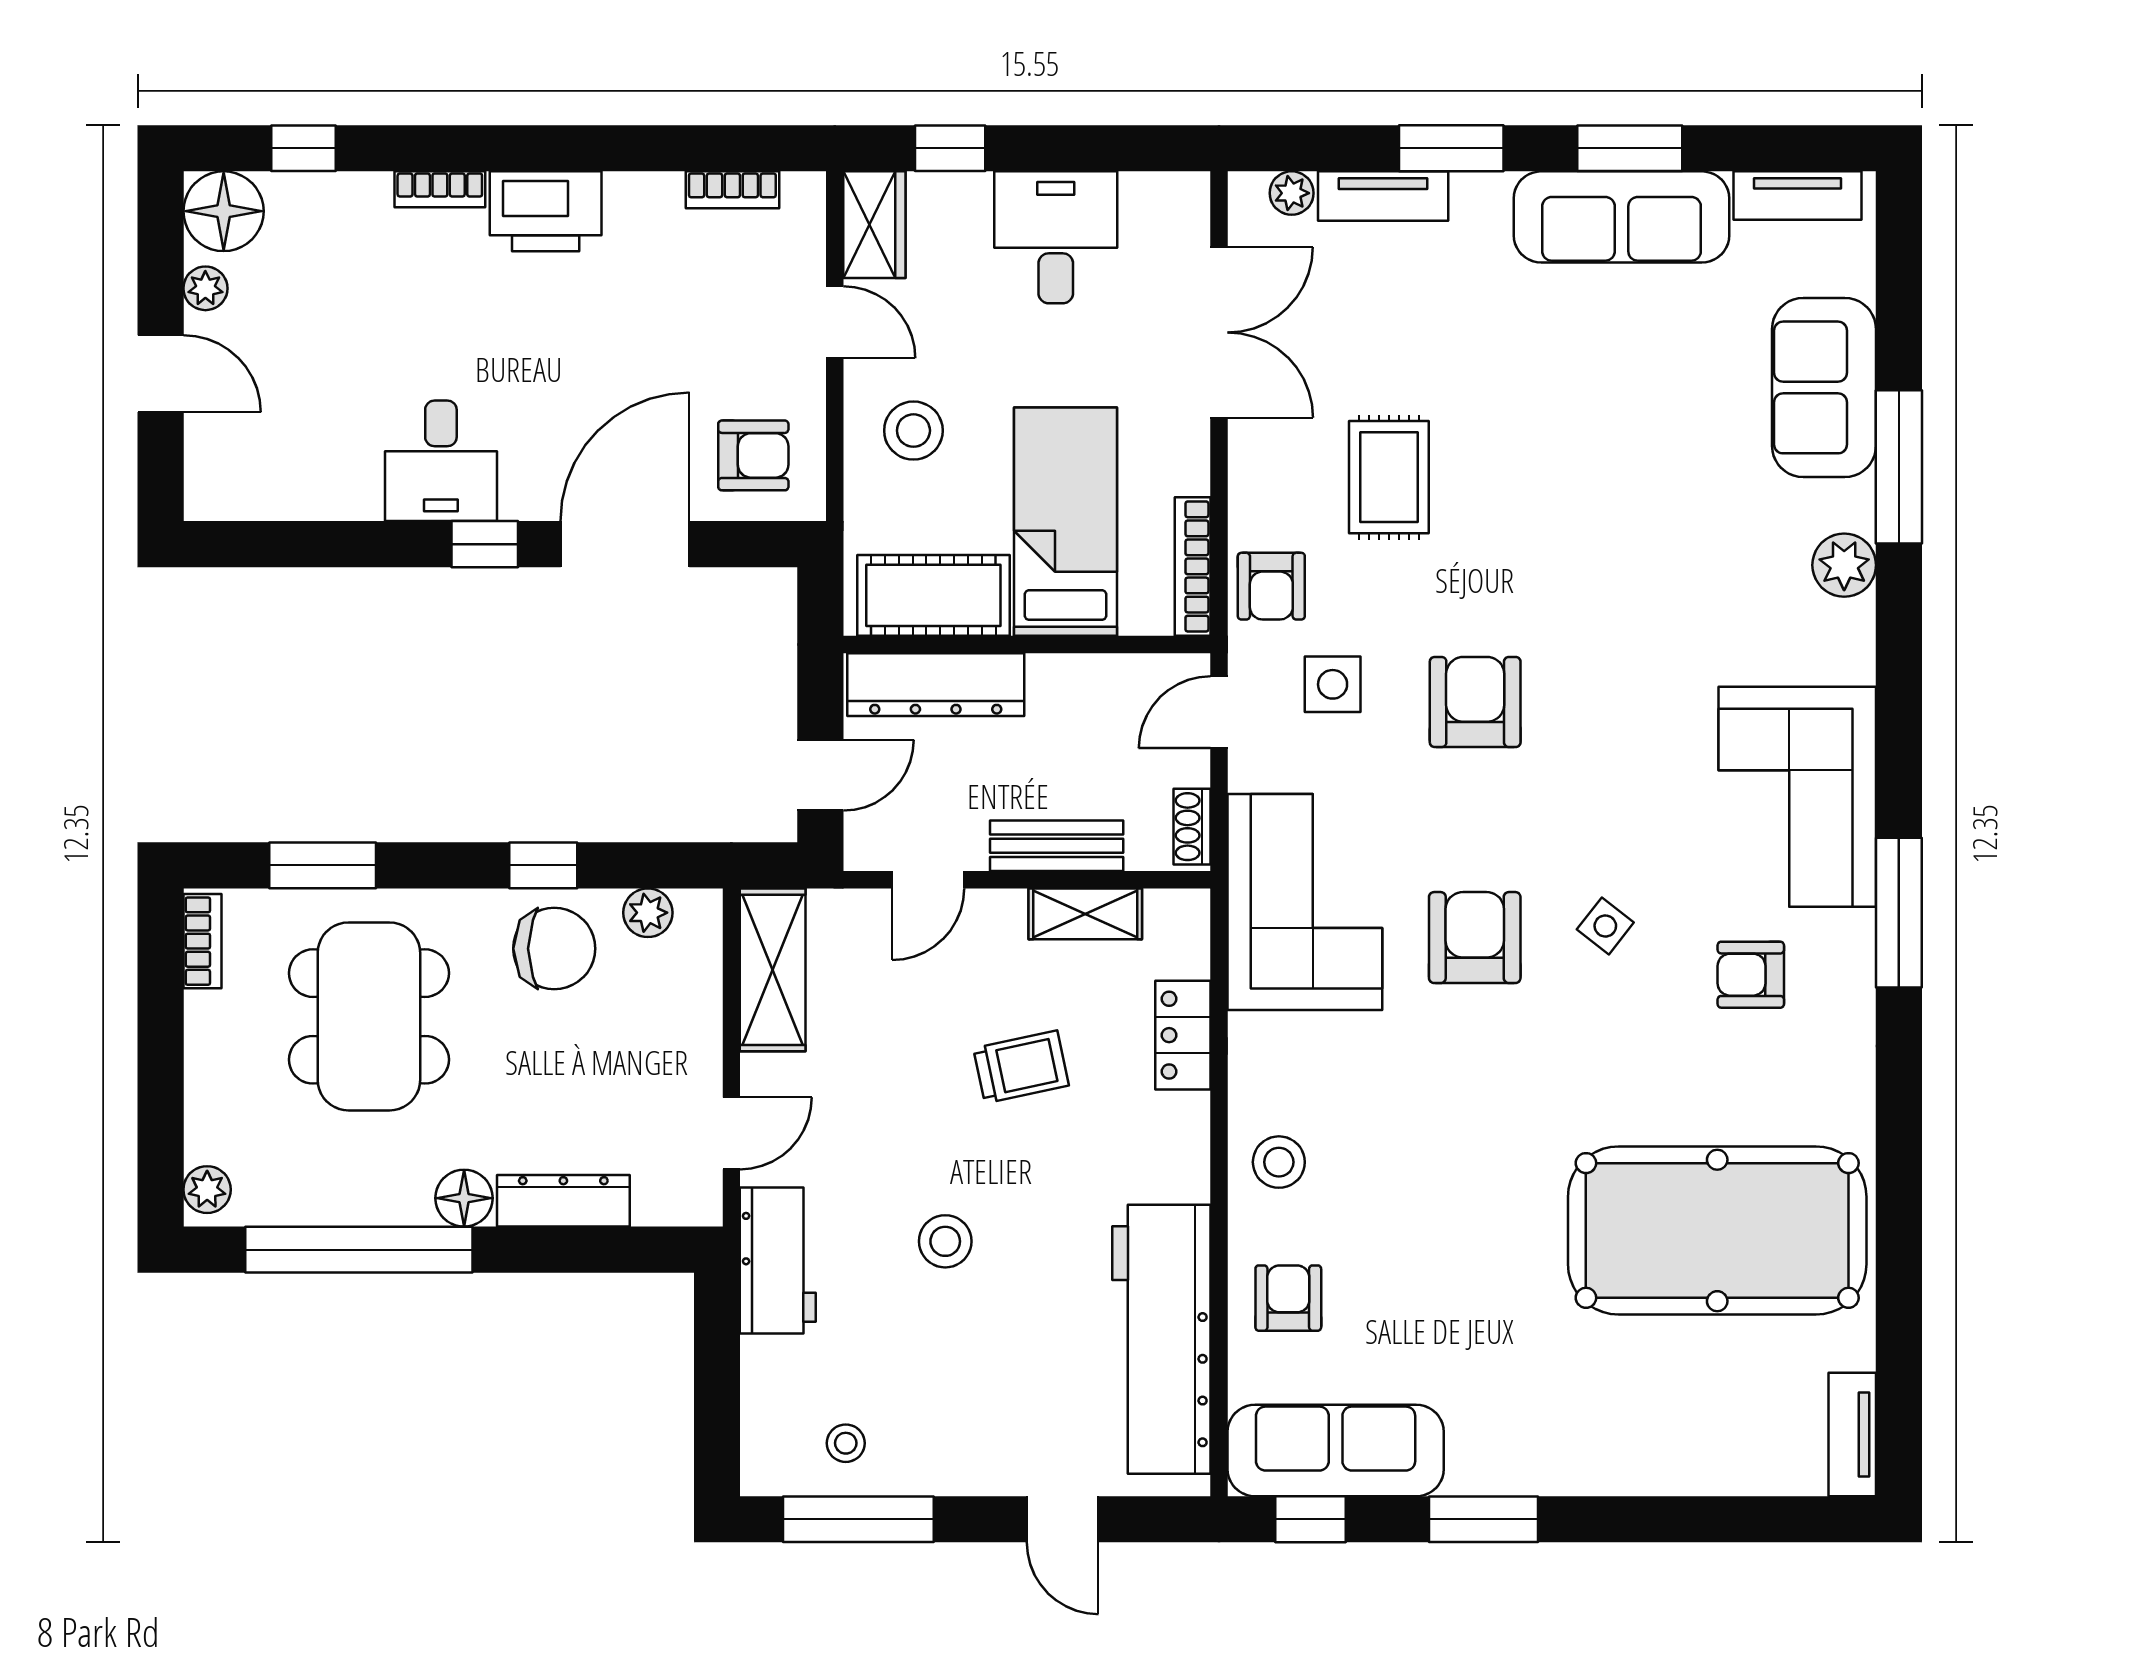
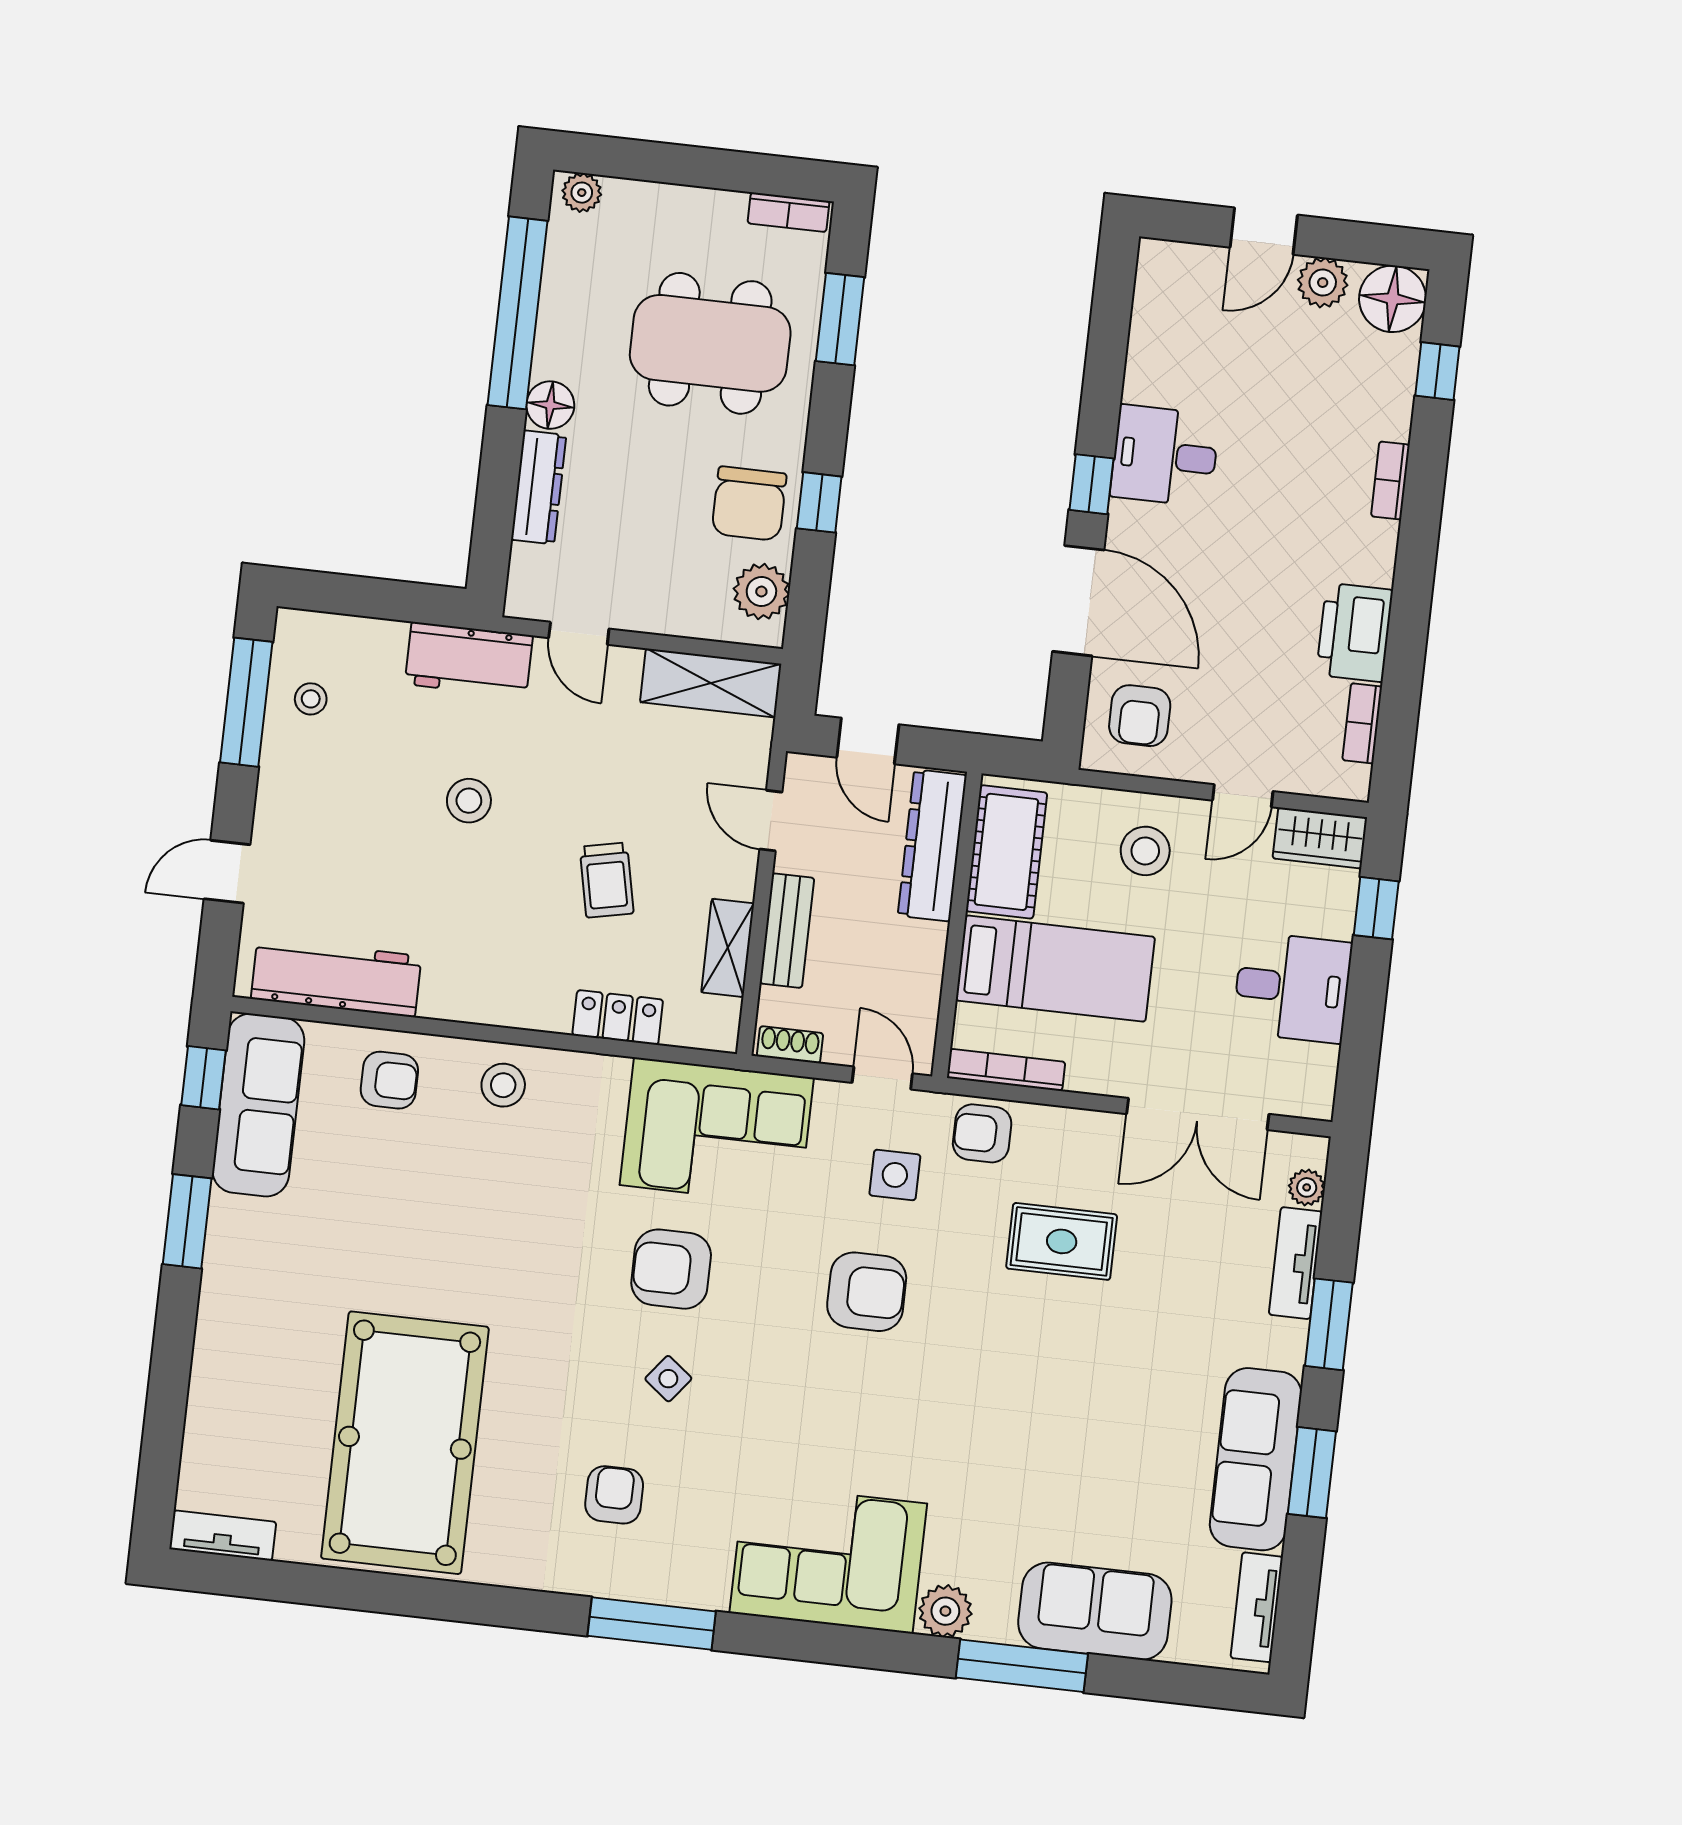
printer: (546, 211) -> (1355, 632), moved
plant: (205, 288) -> (1323, 283), width x1.38, depth x1.38
corner sofa: (1797, 797) -> (828, 1558), moved
plant: (648, 913) -> (761, 592), width x1.38, depth x1.38
armchair: (1475, 938) -> (671, 1269), turned 180
workbench: (1161, 1339) -> (336, 977), width x0.73, depth x0.76

